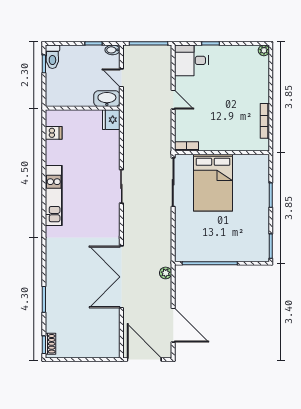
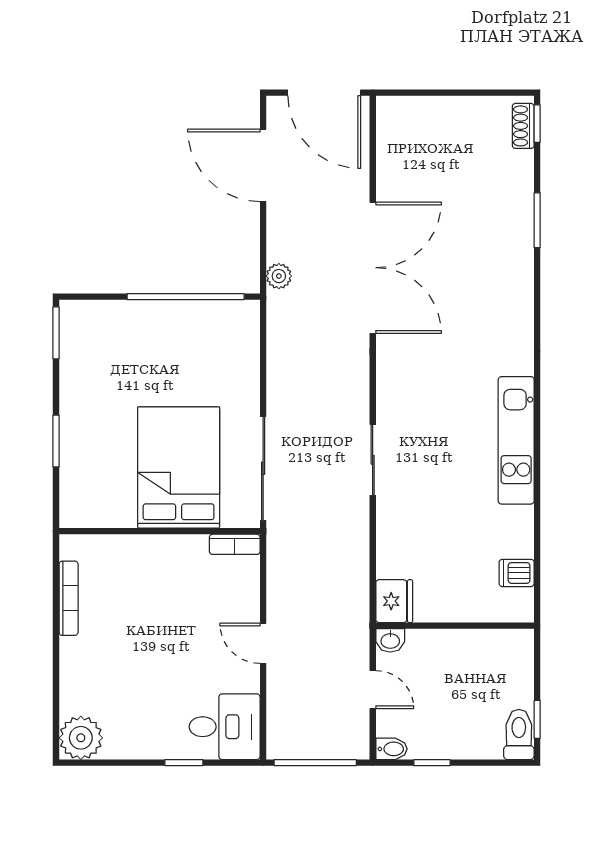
plant: (264, 50) -> (81, 738), width x1.88, depth x1.88
washbasin: (107, 99) -> (390, 640), width x0.52, depth x0.69

